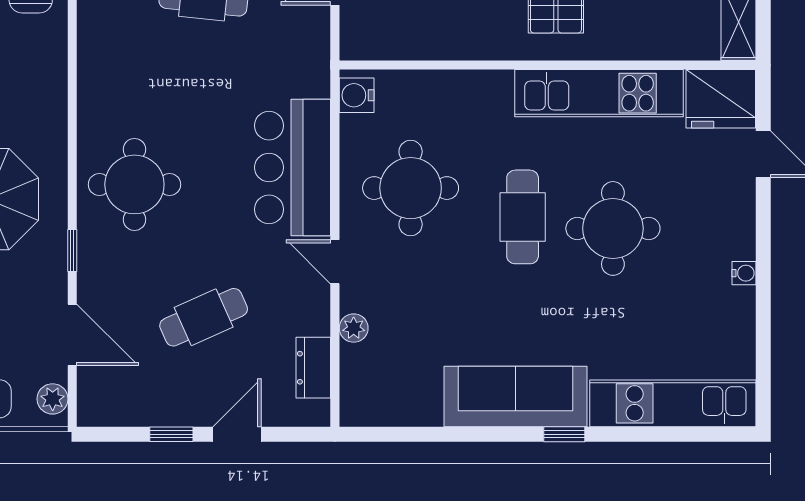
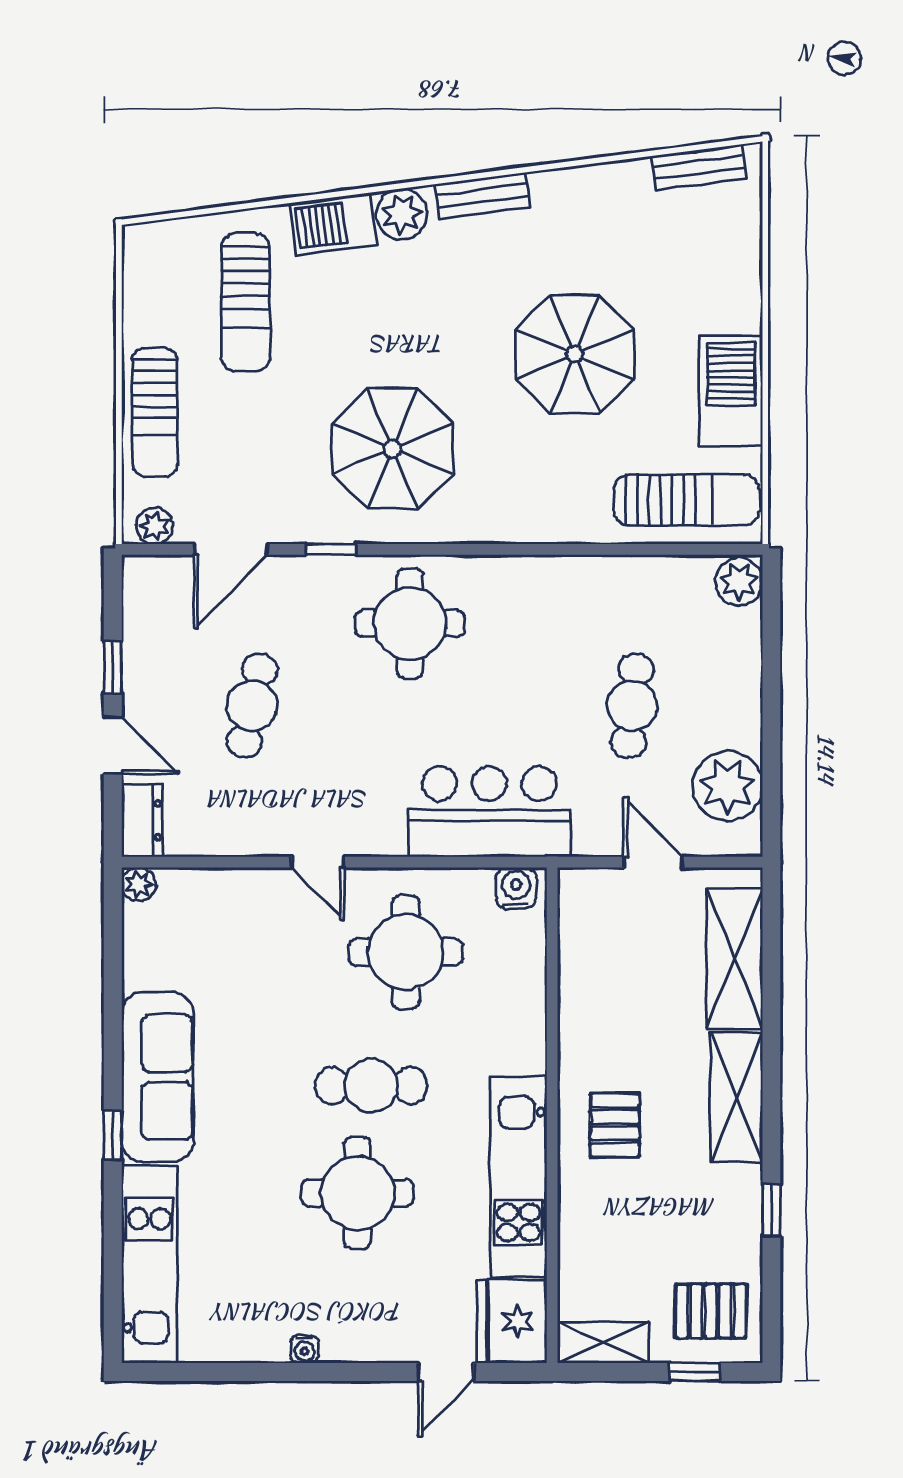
bar counter: (293, 168) -> (489, 812), moved
door: (335, 262) -> (318, 862), swing flipped
cafe table: (204, 317) -> (252, 706), turned 36
plant: (354, 328) -> (139, 884), moved
dresser: (313, 368) -> (142, 820), moved, turned 90

